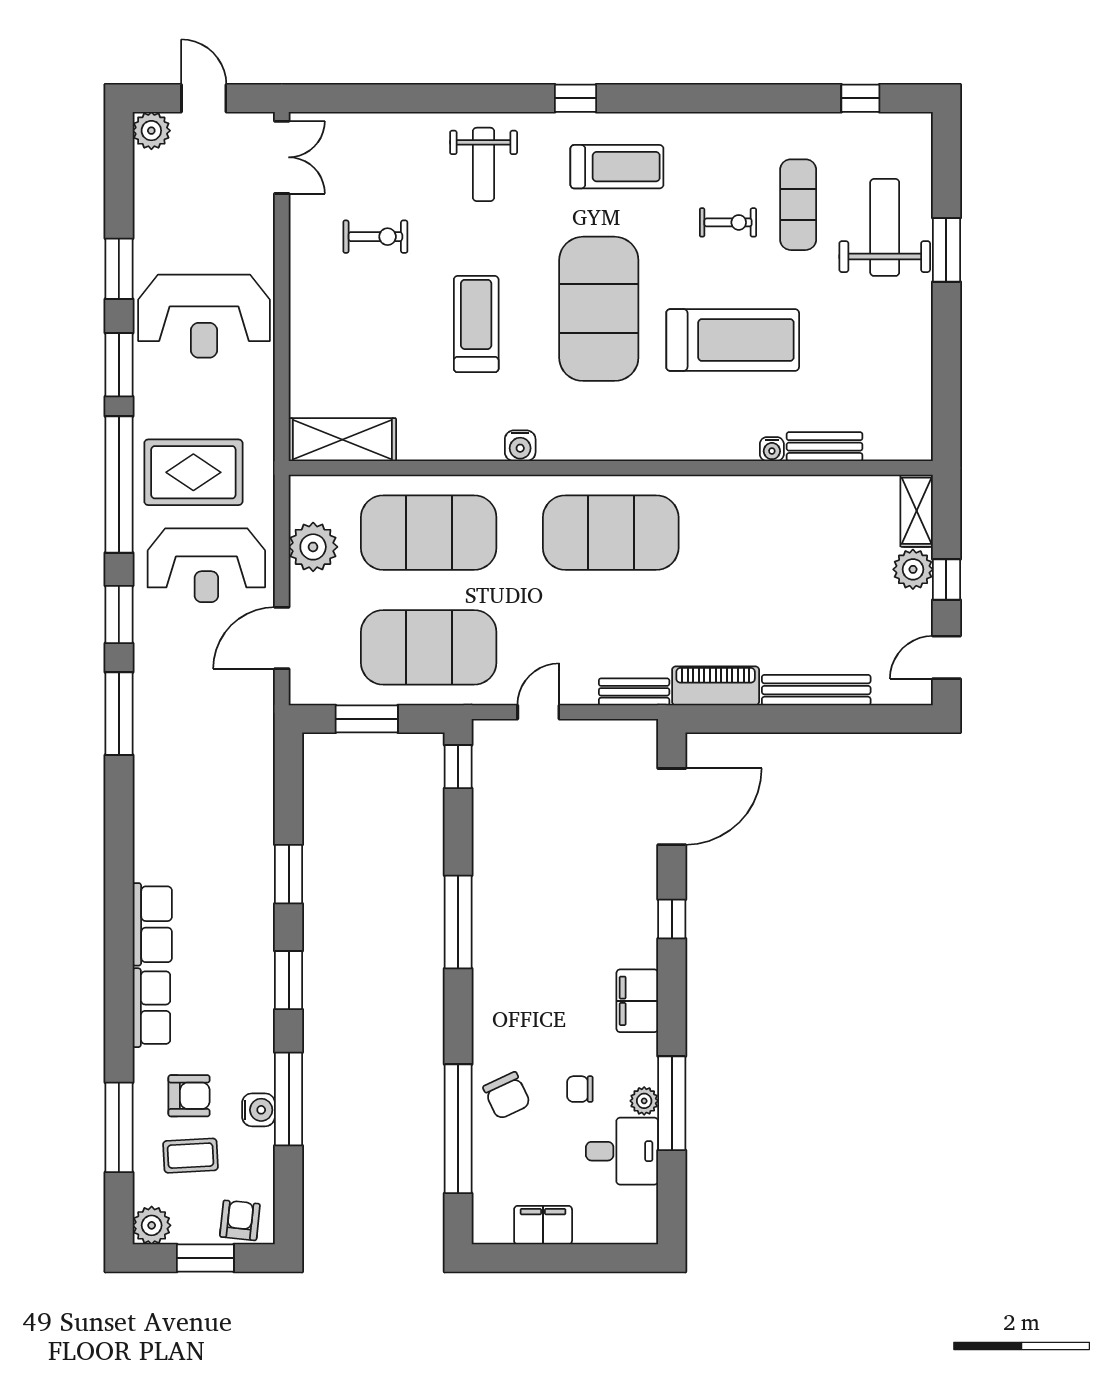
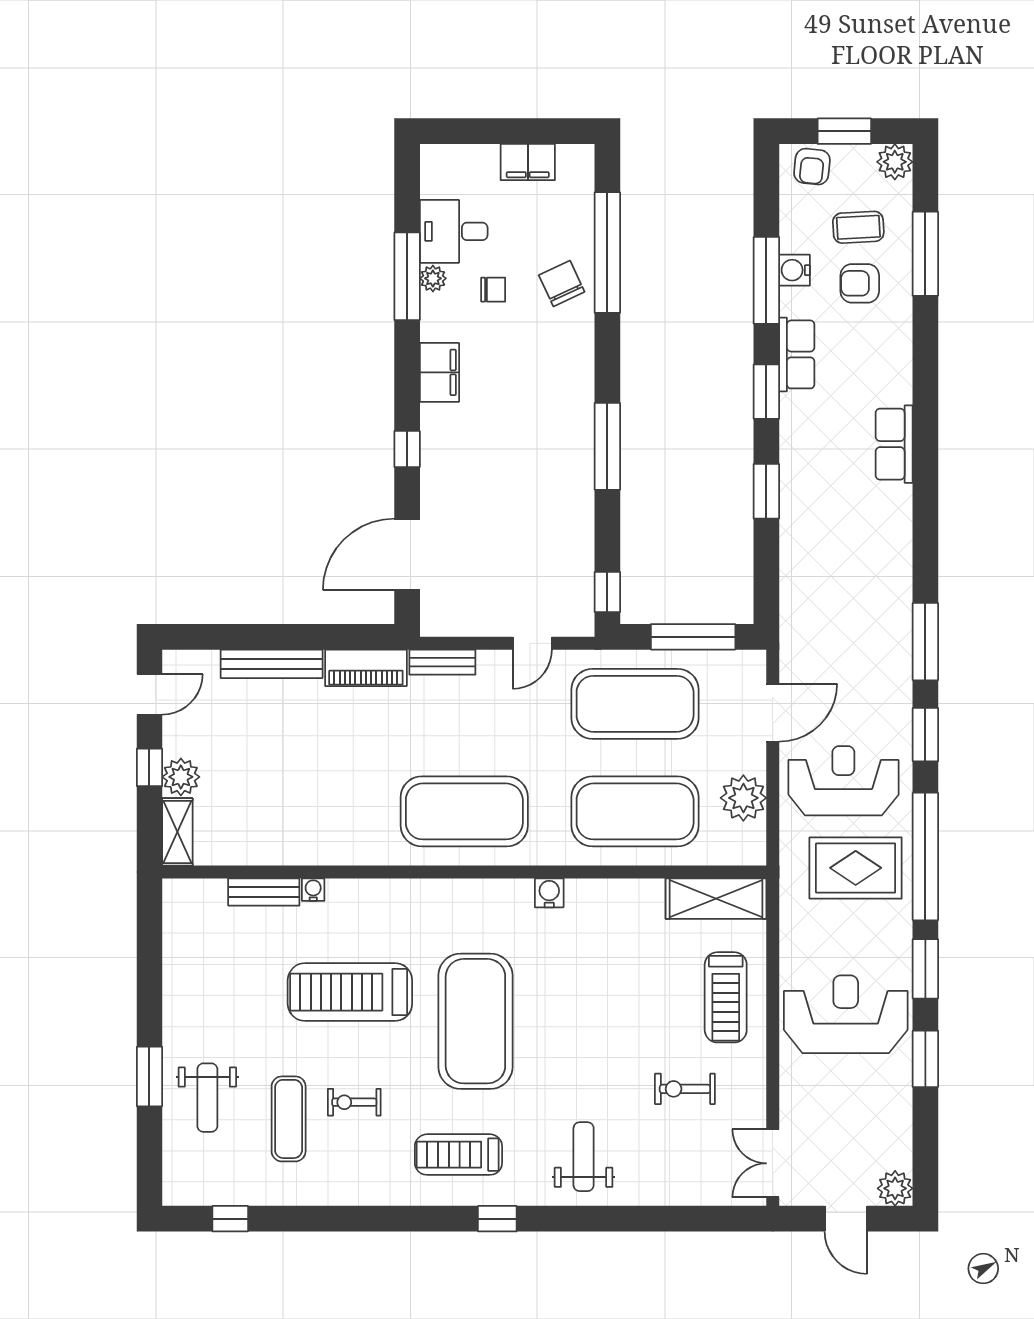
weight bench: (885, 227) -> (207, 1098), width x0.73, depth x0.75
treadmill: (476, 324) -> (726, 997), moved
window: (367, 719) -> (693, 637), width x1.44
row of seats: (151, 1008) -> (797, 354), moved, turned 180

